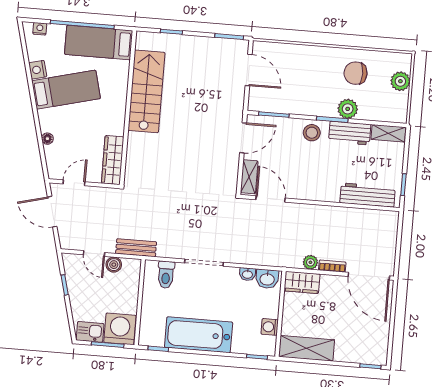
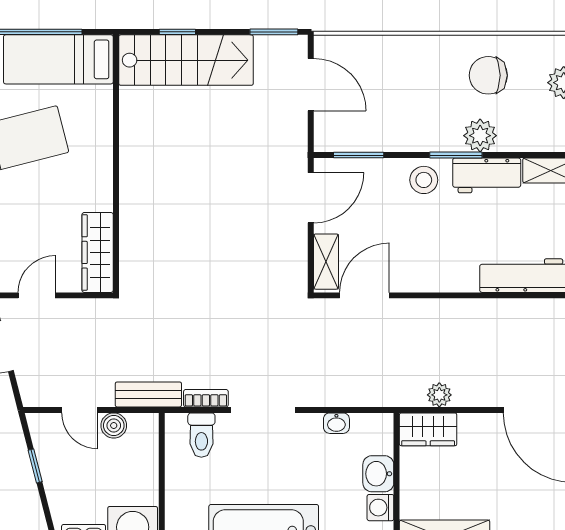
stairs: (146, 91) -> (186, 60), moved, turned 90
door: (271, 199) -> (364, 295), hinge flipped
bookcase: (332, 266) -> (206, 398), moved
washbasin: (267, 279) -> (378, 474), moved, turned 90

